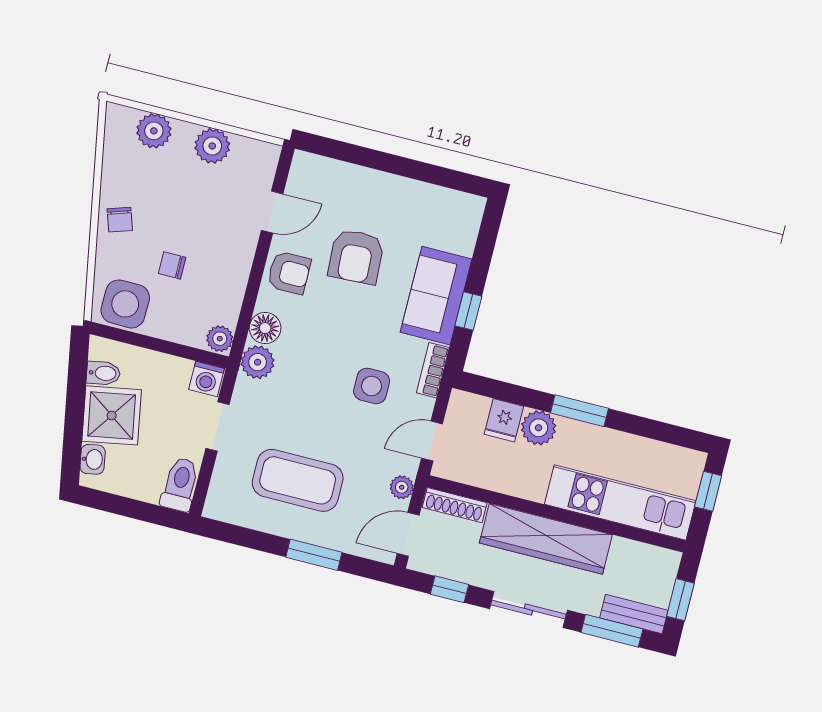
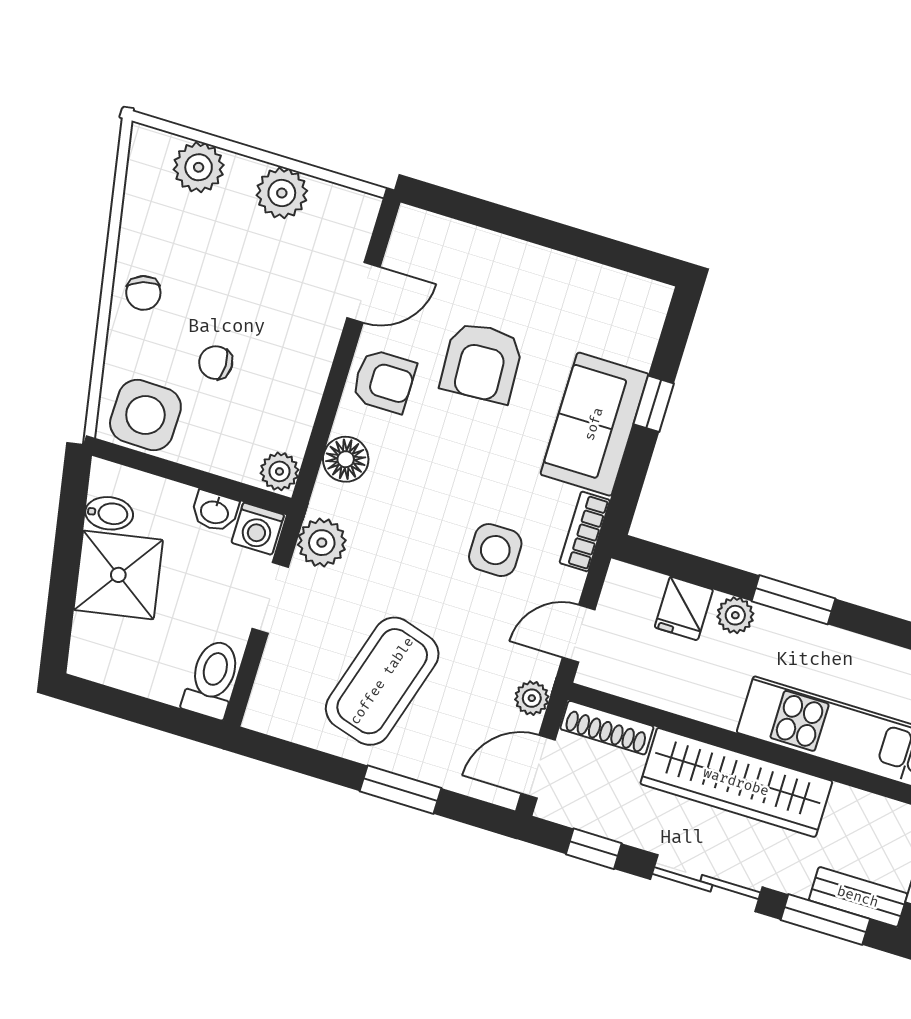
window: (468, 311) -> (654, 404), moved
plant: (258, 362) -> (322, 543), moved
plant: (539, 428) -> (735, 615), width x0.73, depth x0.73
washbasin: (93, 459) -> (215, 511), moved, turned 100
coffee table: (298, 480) -> (382, 681), turned -73

